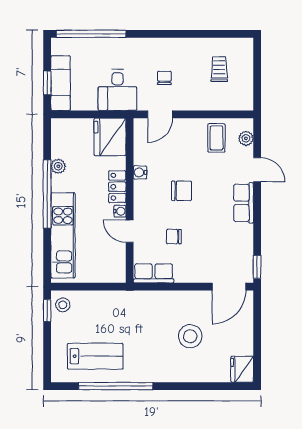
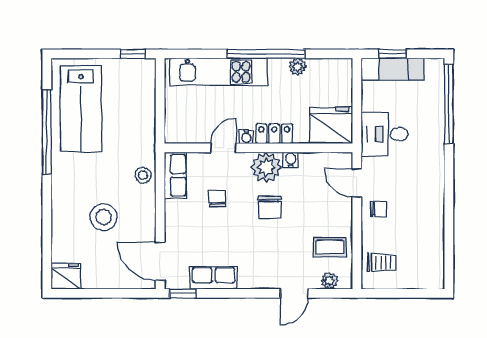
trolley: (219, 69) -> (382, 262), moved
chair: (164, 78) -> (378, 209), moved
plant: (147, 194) -> (266, 167), added
row of seats: (244, 203) -> (214, 278), moved
stool: (63, 305) -> (143, 175), moved
lab bench: (95, 356) -> (81, 109), width x1.36, depth x1.39

